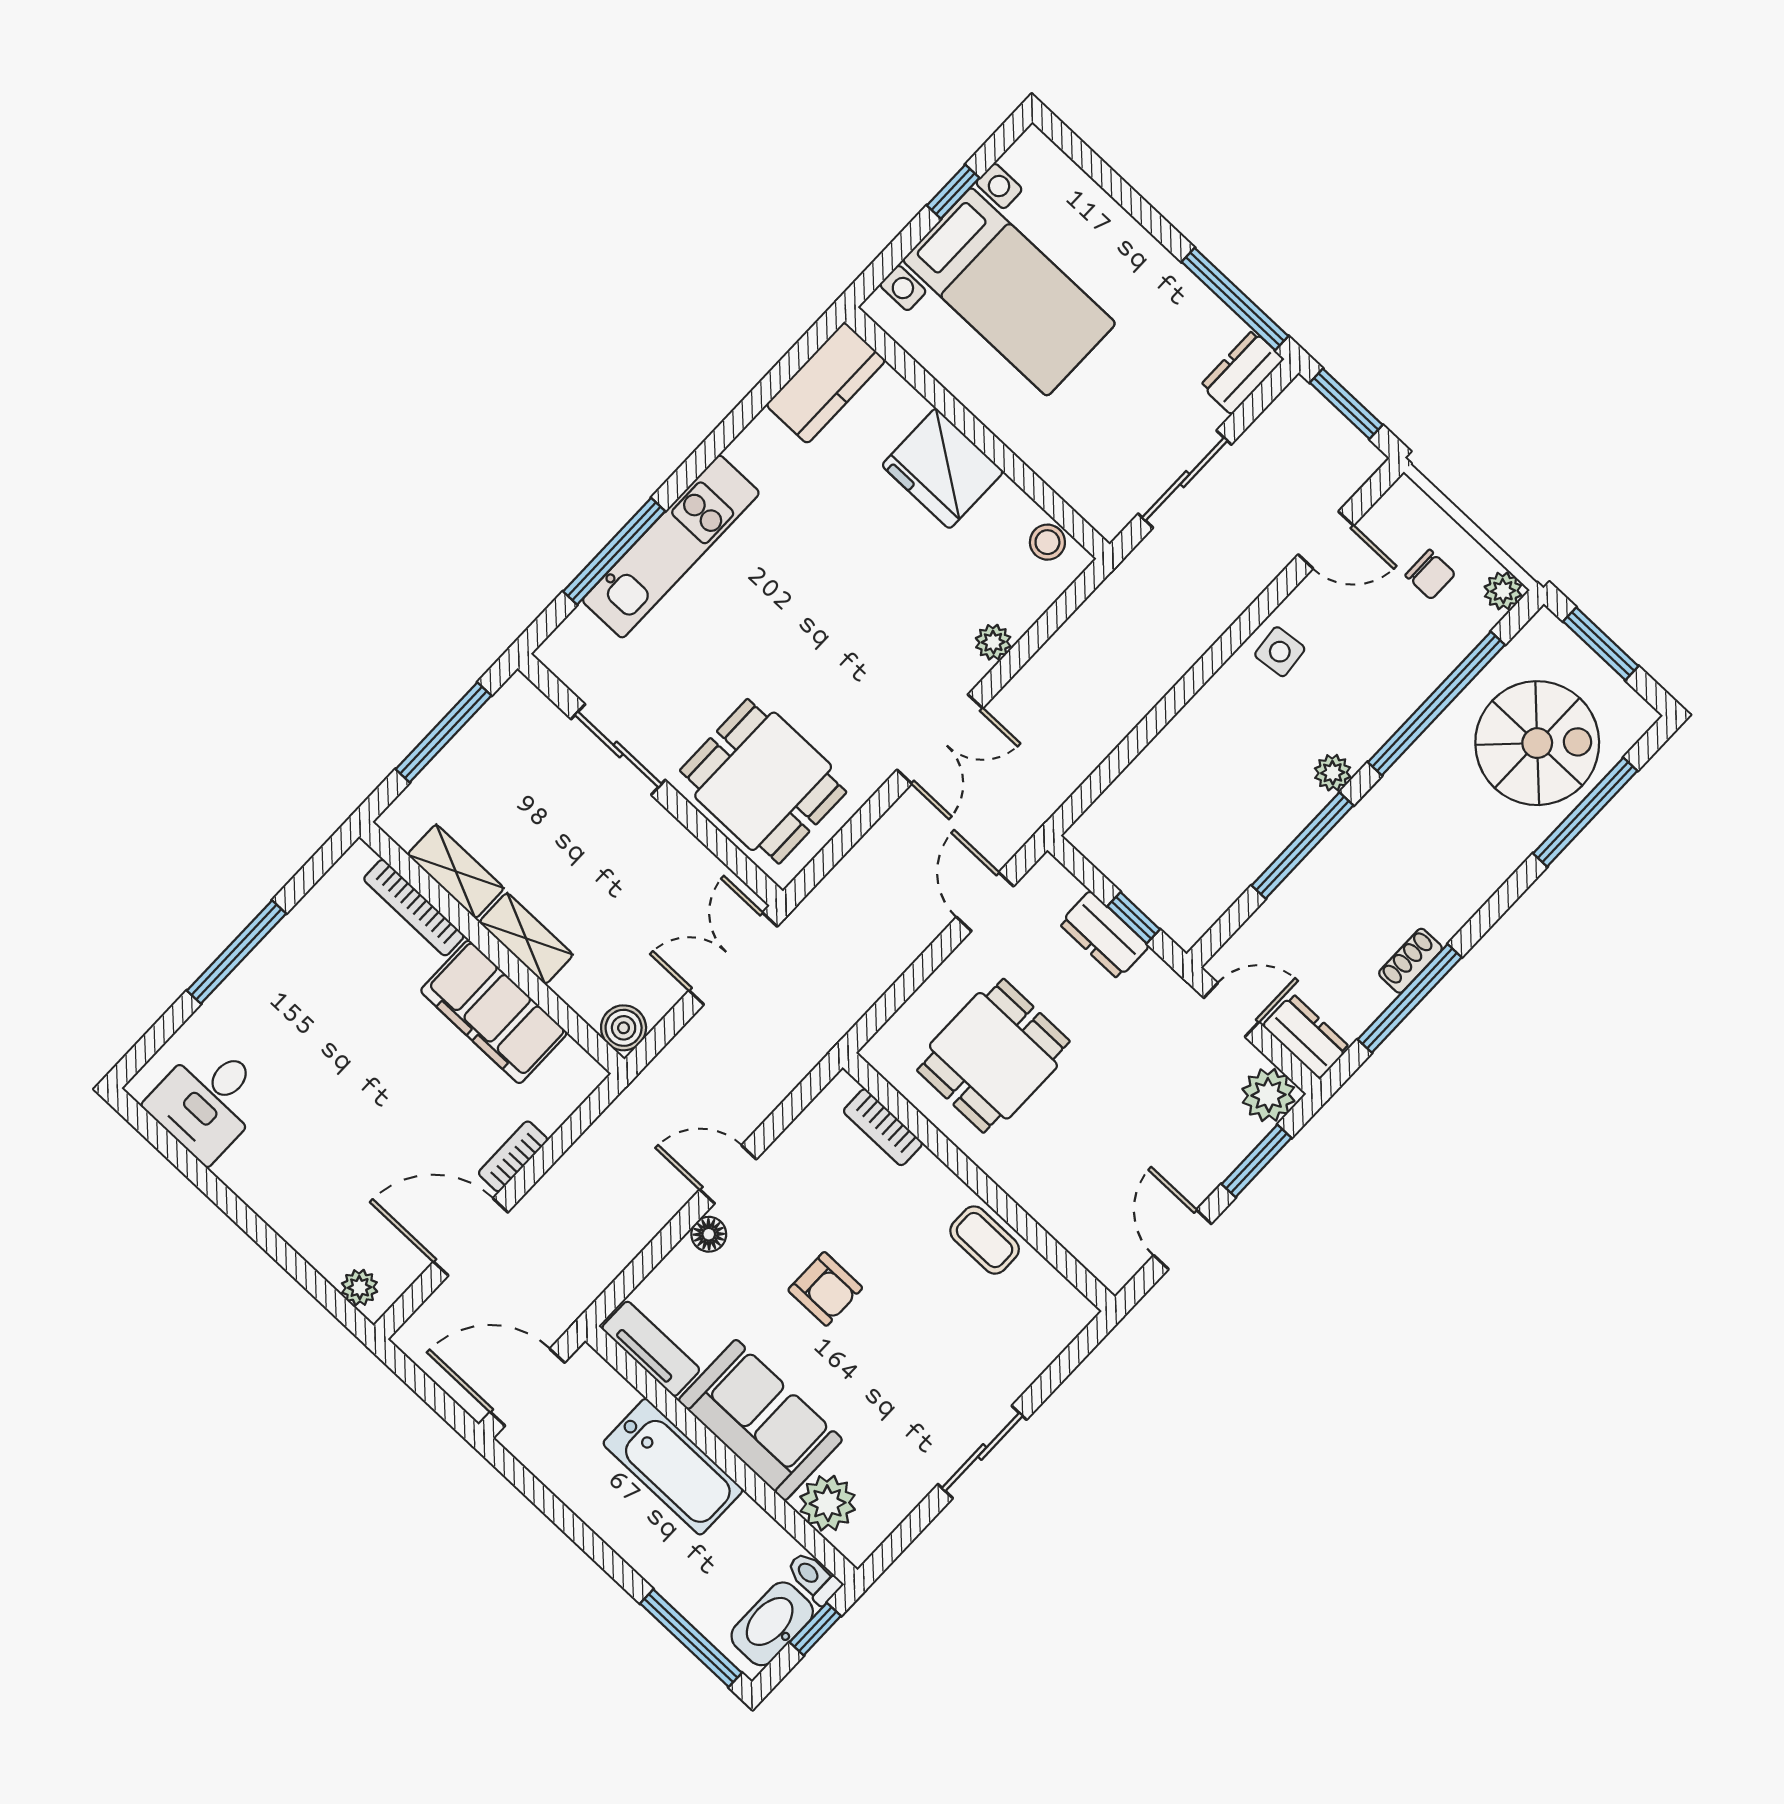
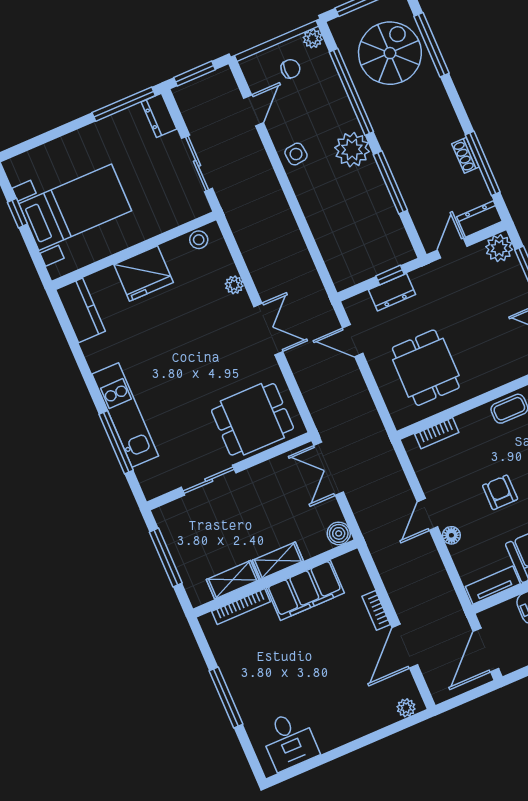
plant: (1333, 773) -> (352, 150), width x1.88, depth x1.88
armchair: (825, 1289) -> (500, 492), turned -90

